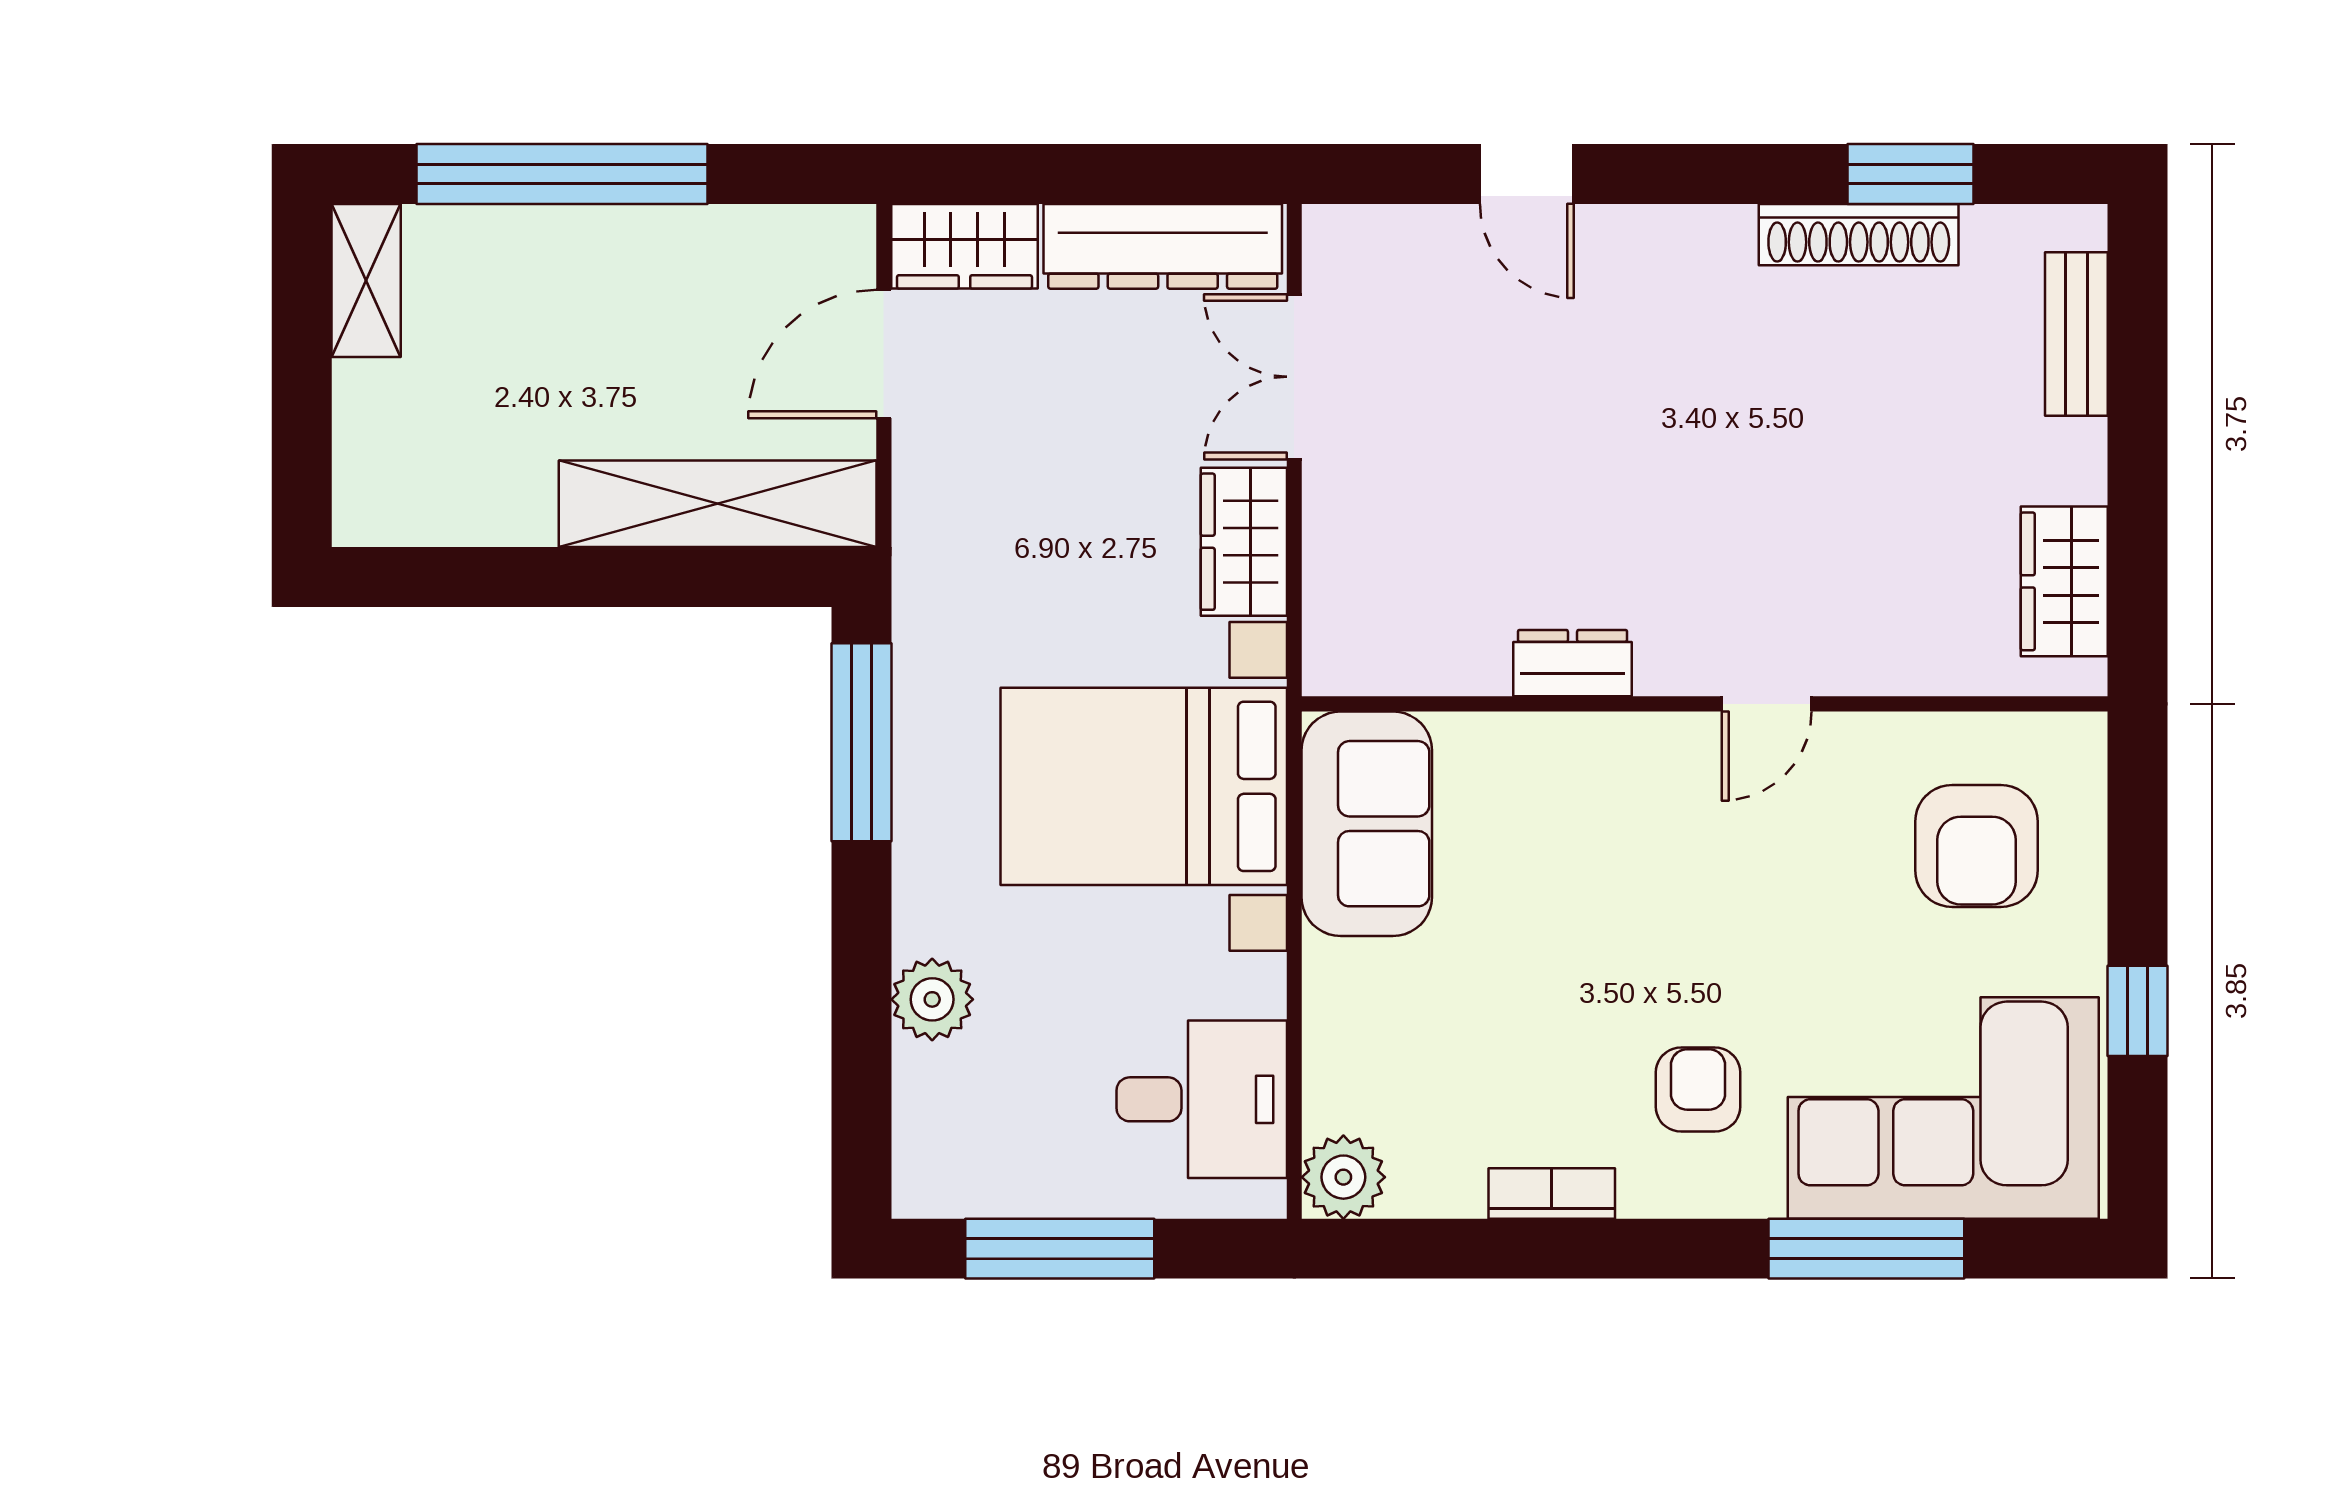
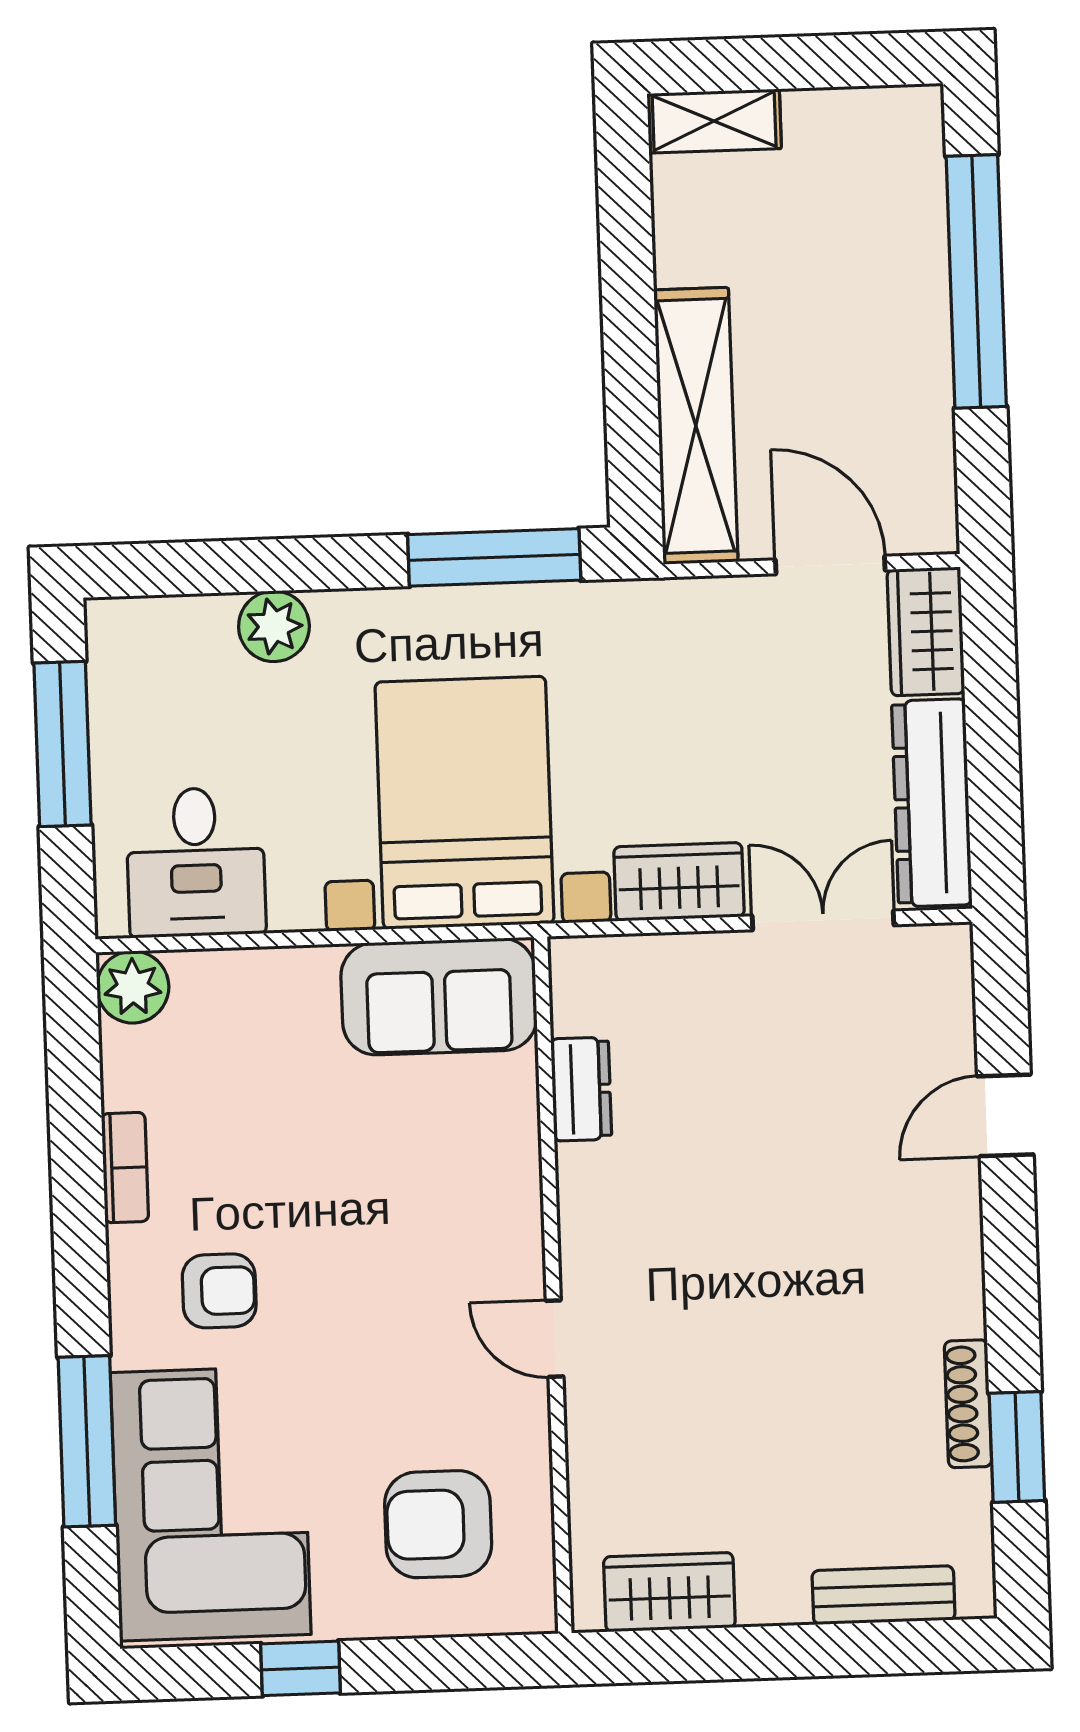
shoe rack: (1859, 235) -> (968, 1404), width x0.74, depth x0.81
shelving: (366, 281) -> (714, 121), moved
dresser: (1573, 663) -> (581, 1089), moved

